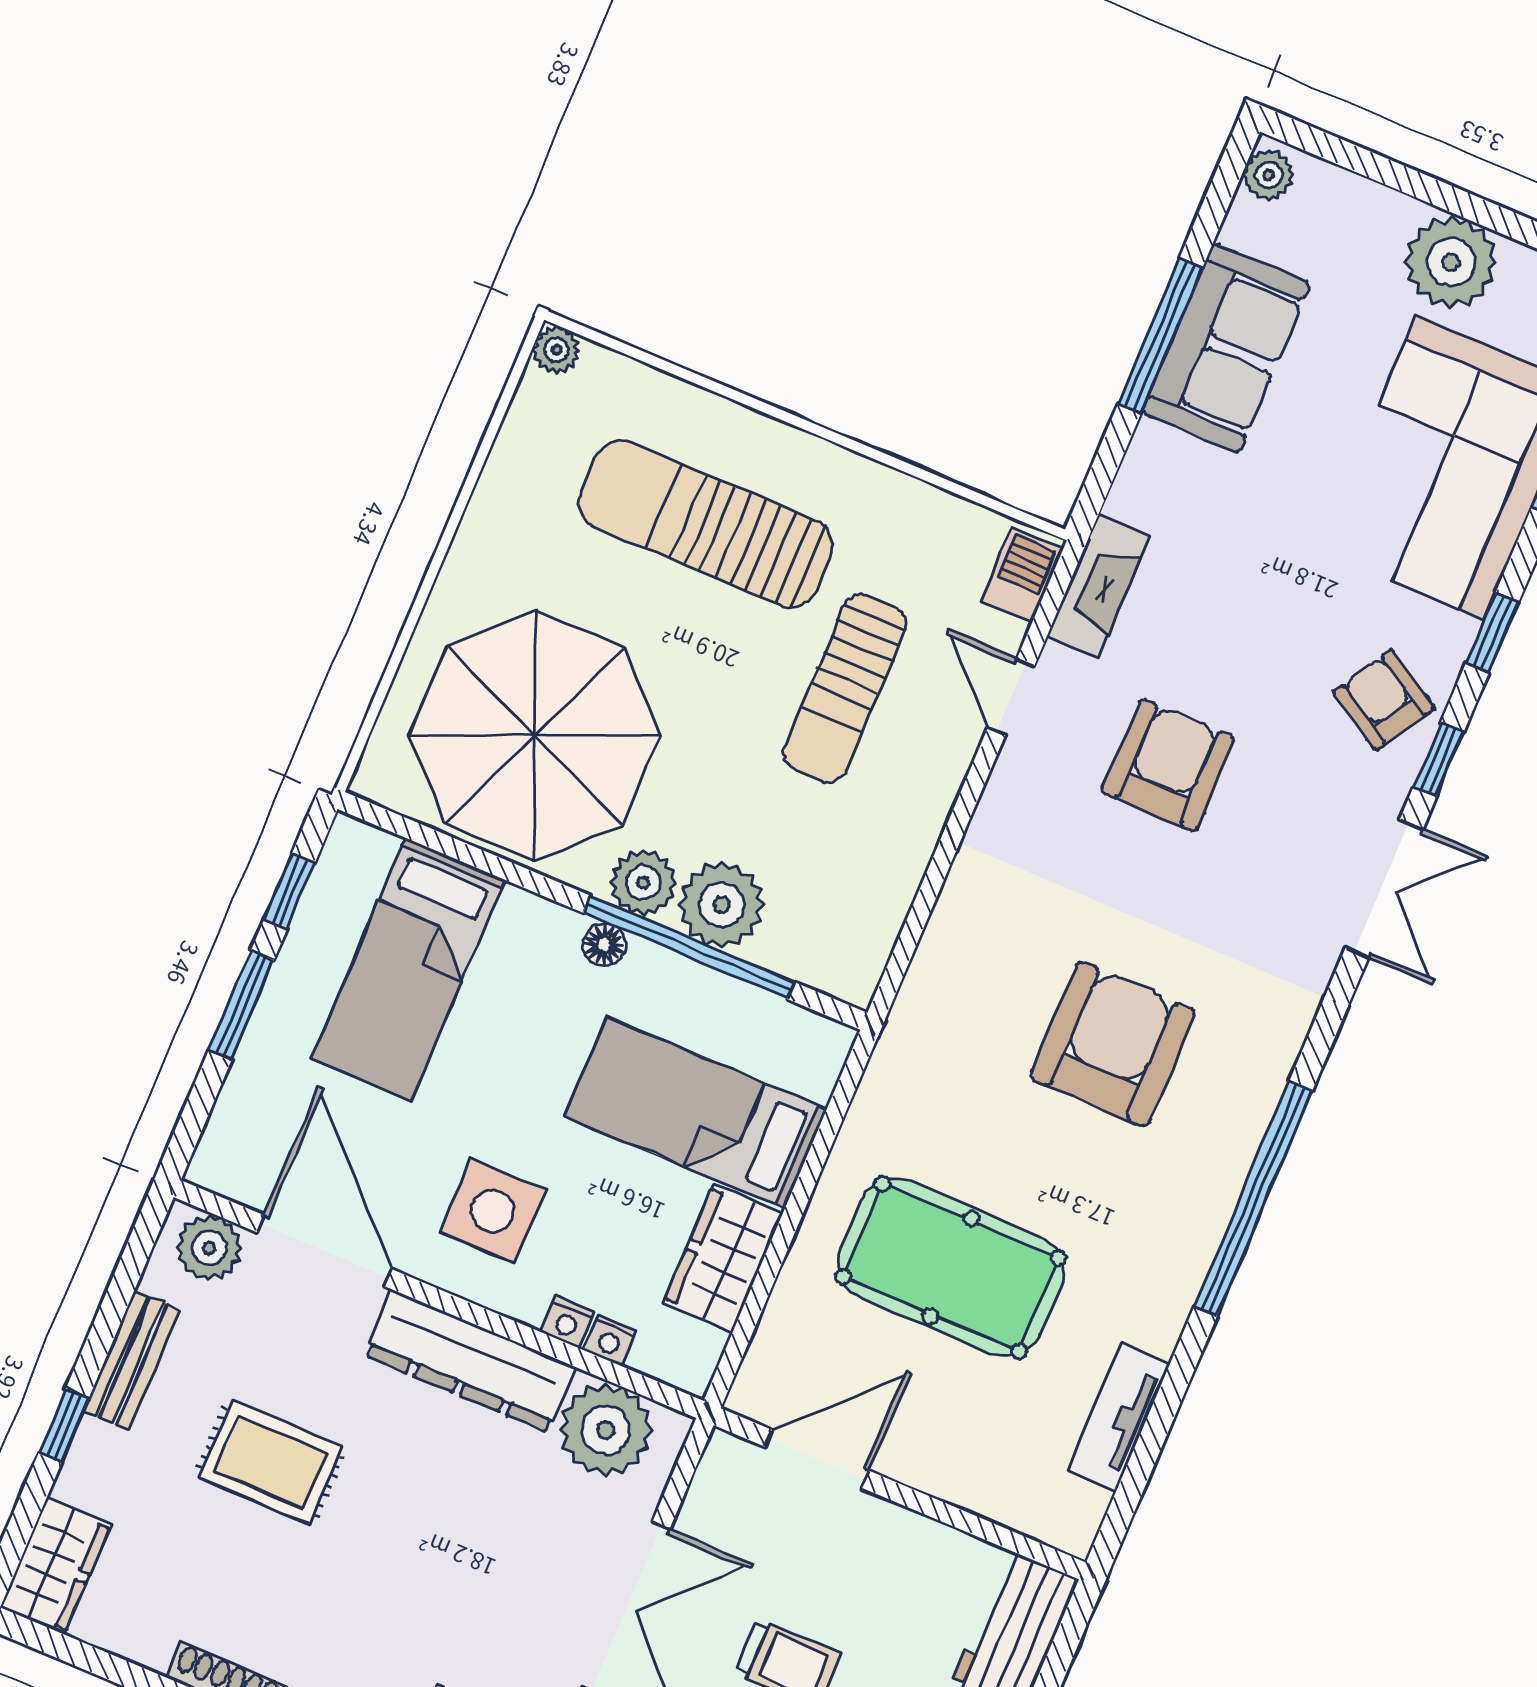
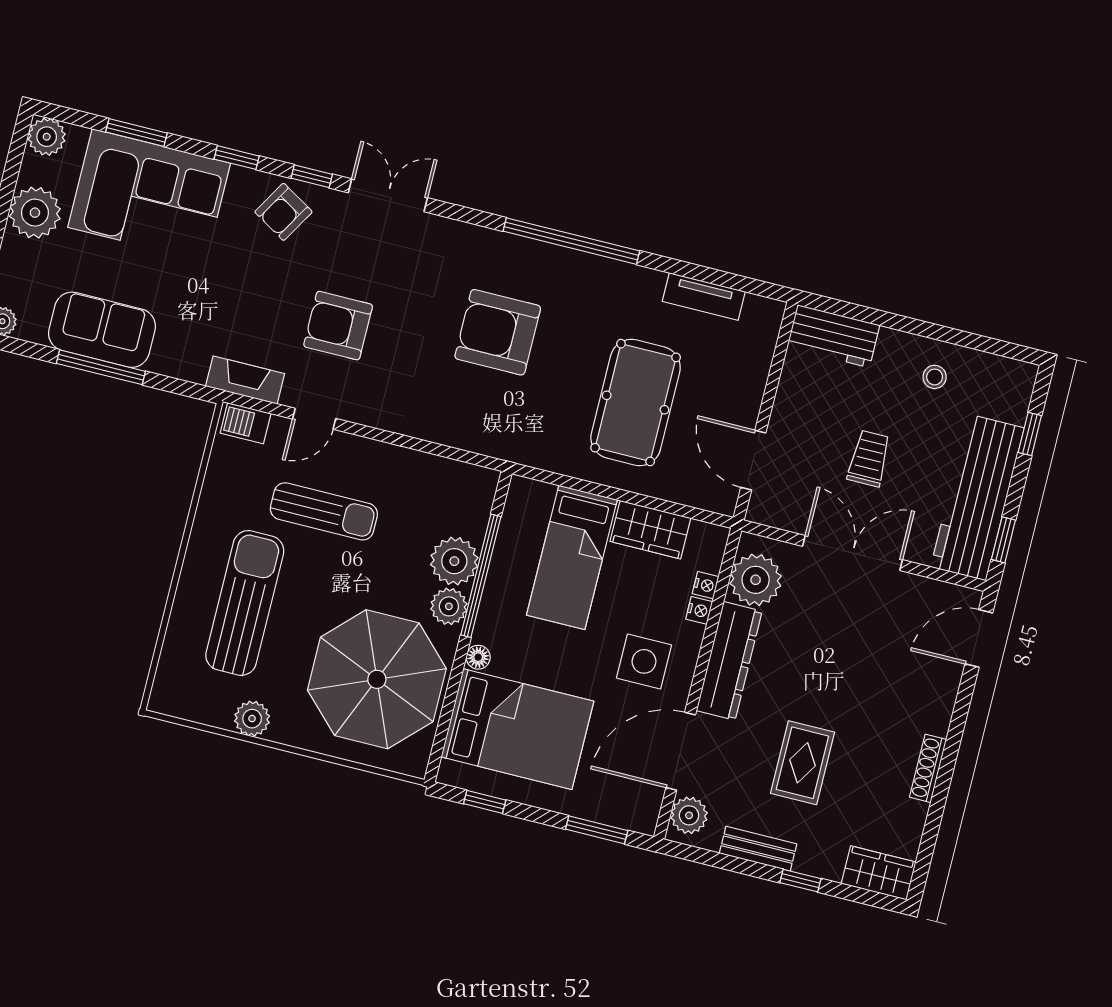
plant: (556, 350) -> (252, 719), moved, width x1.38, depth x1.38
sun lounger: (706, 524) -> (245, 603), turned 180
floor lamp: (604, 945) -> (478, 657), moved
bed: (408, 969) -> (517, 729), width x1.50
window: (241, 1005) -> (597, 830), moved

